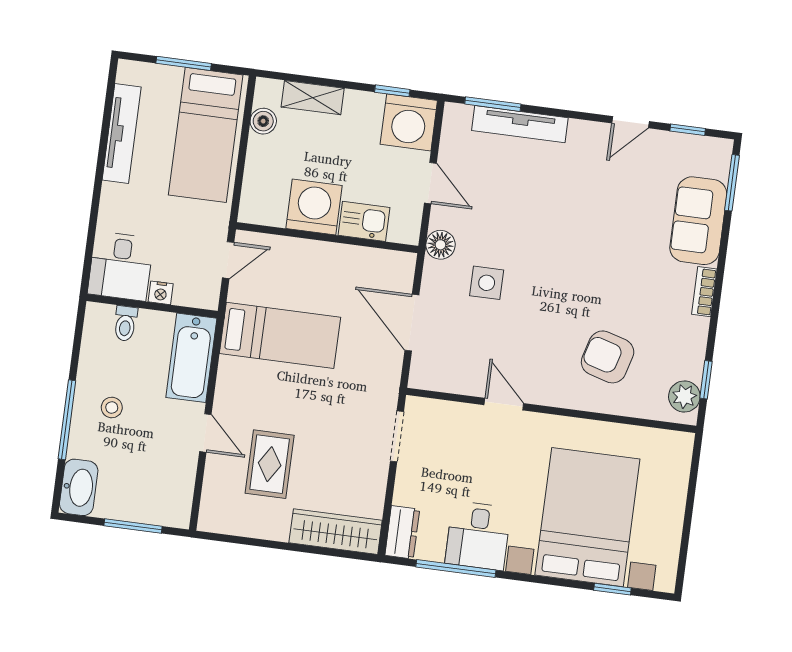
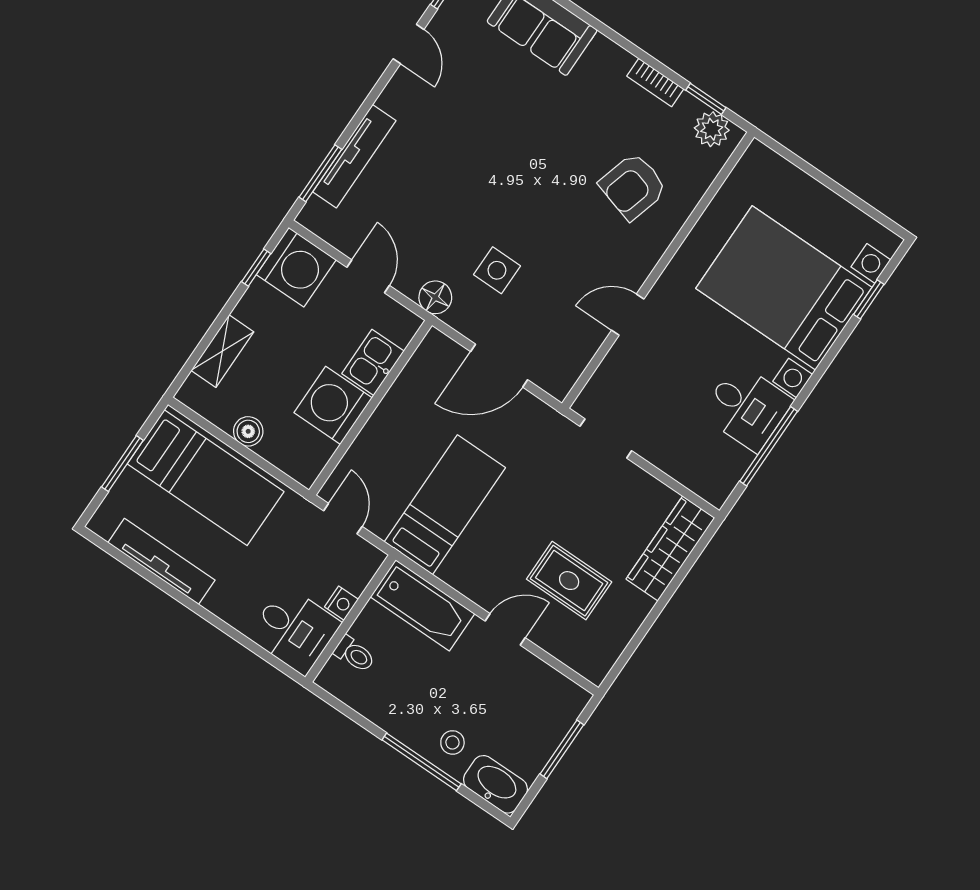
boiler: (263, 121) -> (248, 431), moved
door: (430, 183) -> (368, 276), hinge flipped
bookcase: (704, 292) -> (655, 82), moved
stool: (112, 407) -> (452, 742), moved
dresser: (402, 532) -> (705, 482), removed

